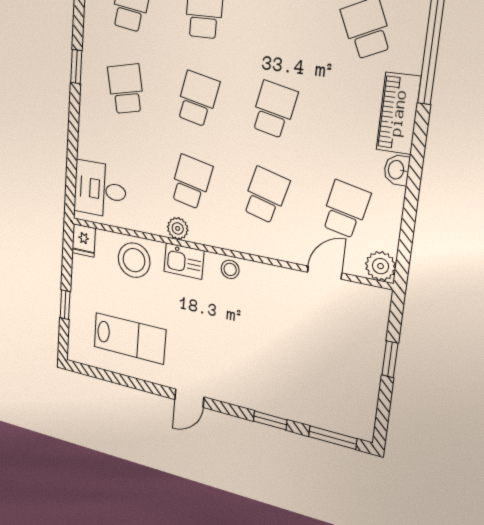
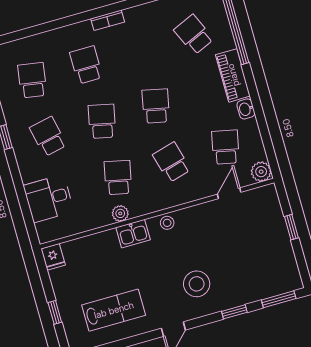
desk: (100, 189) -> (49, 198), moved
school desk: (266, 195) -> (172, 162), turned -30
stool: (134, 260) -> (197, 284), moved

